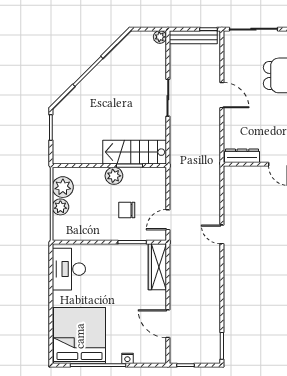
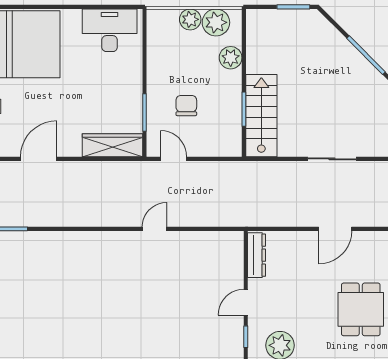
plant: (114, 176) -> (231, 58), moved

